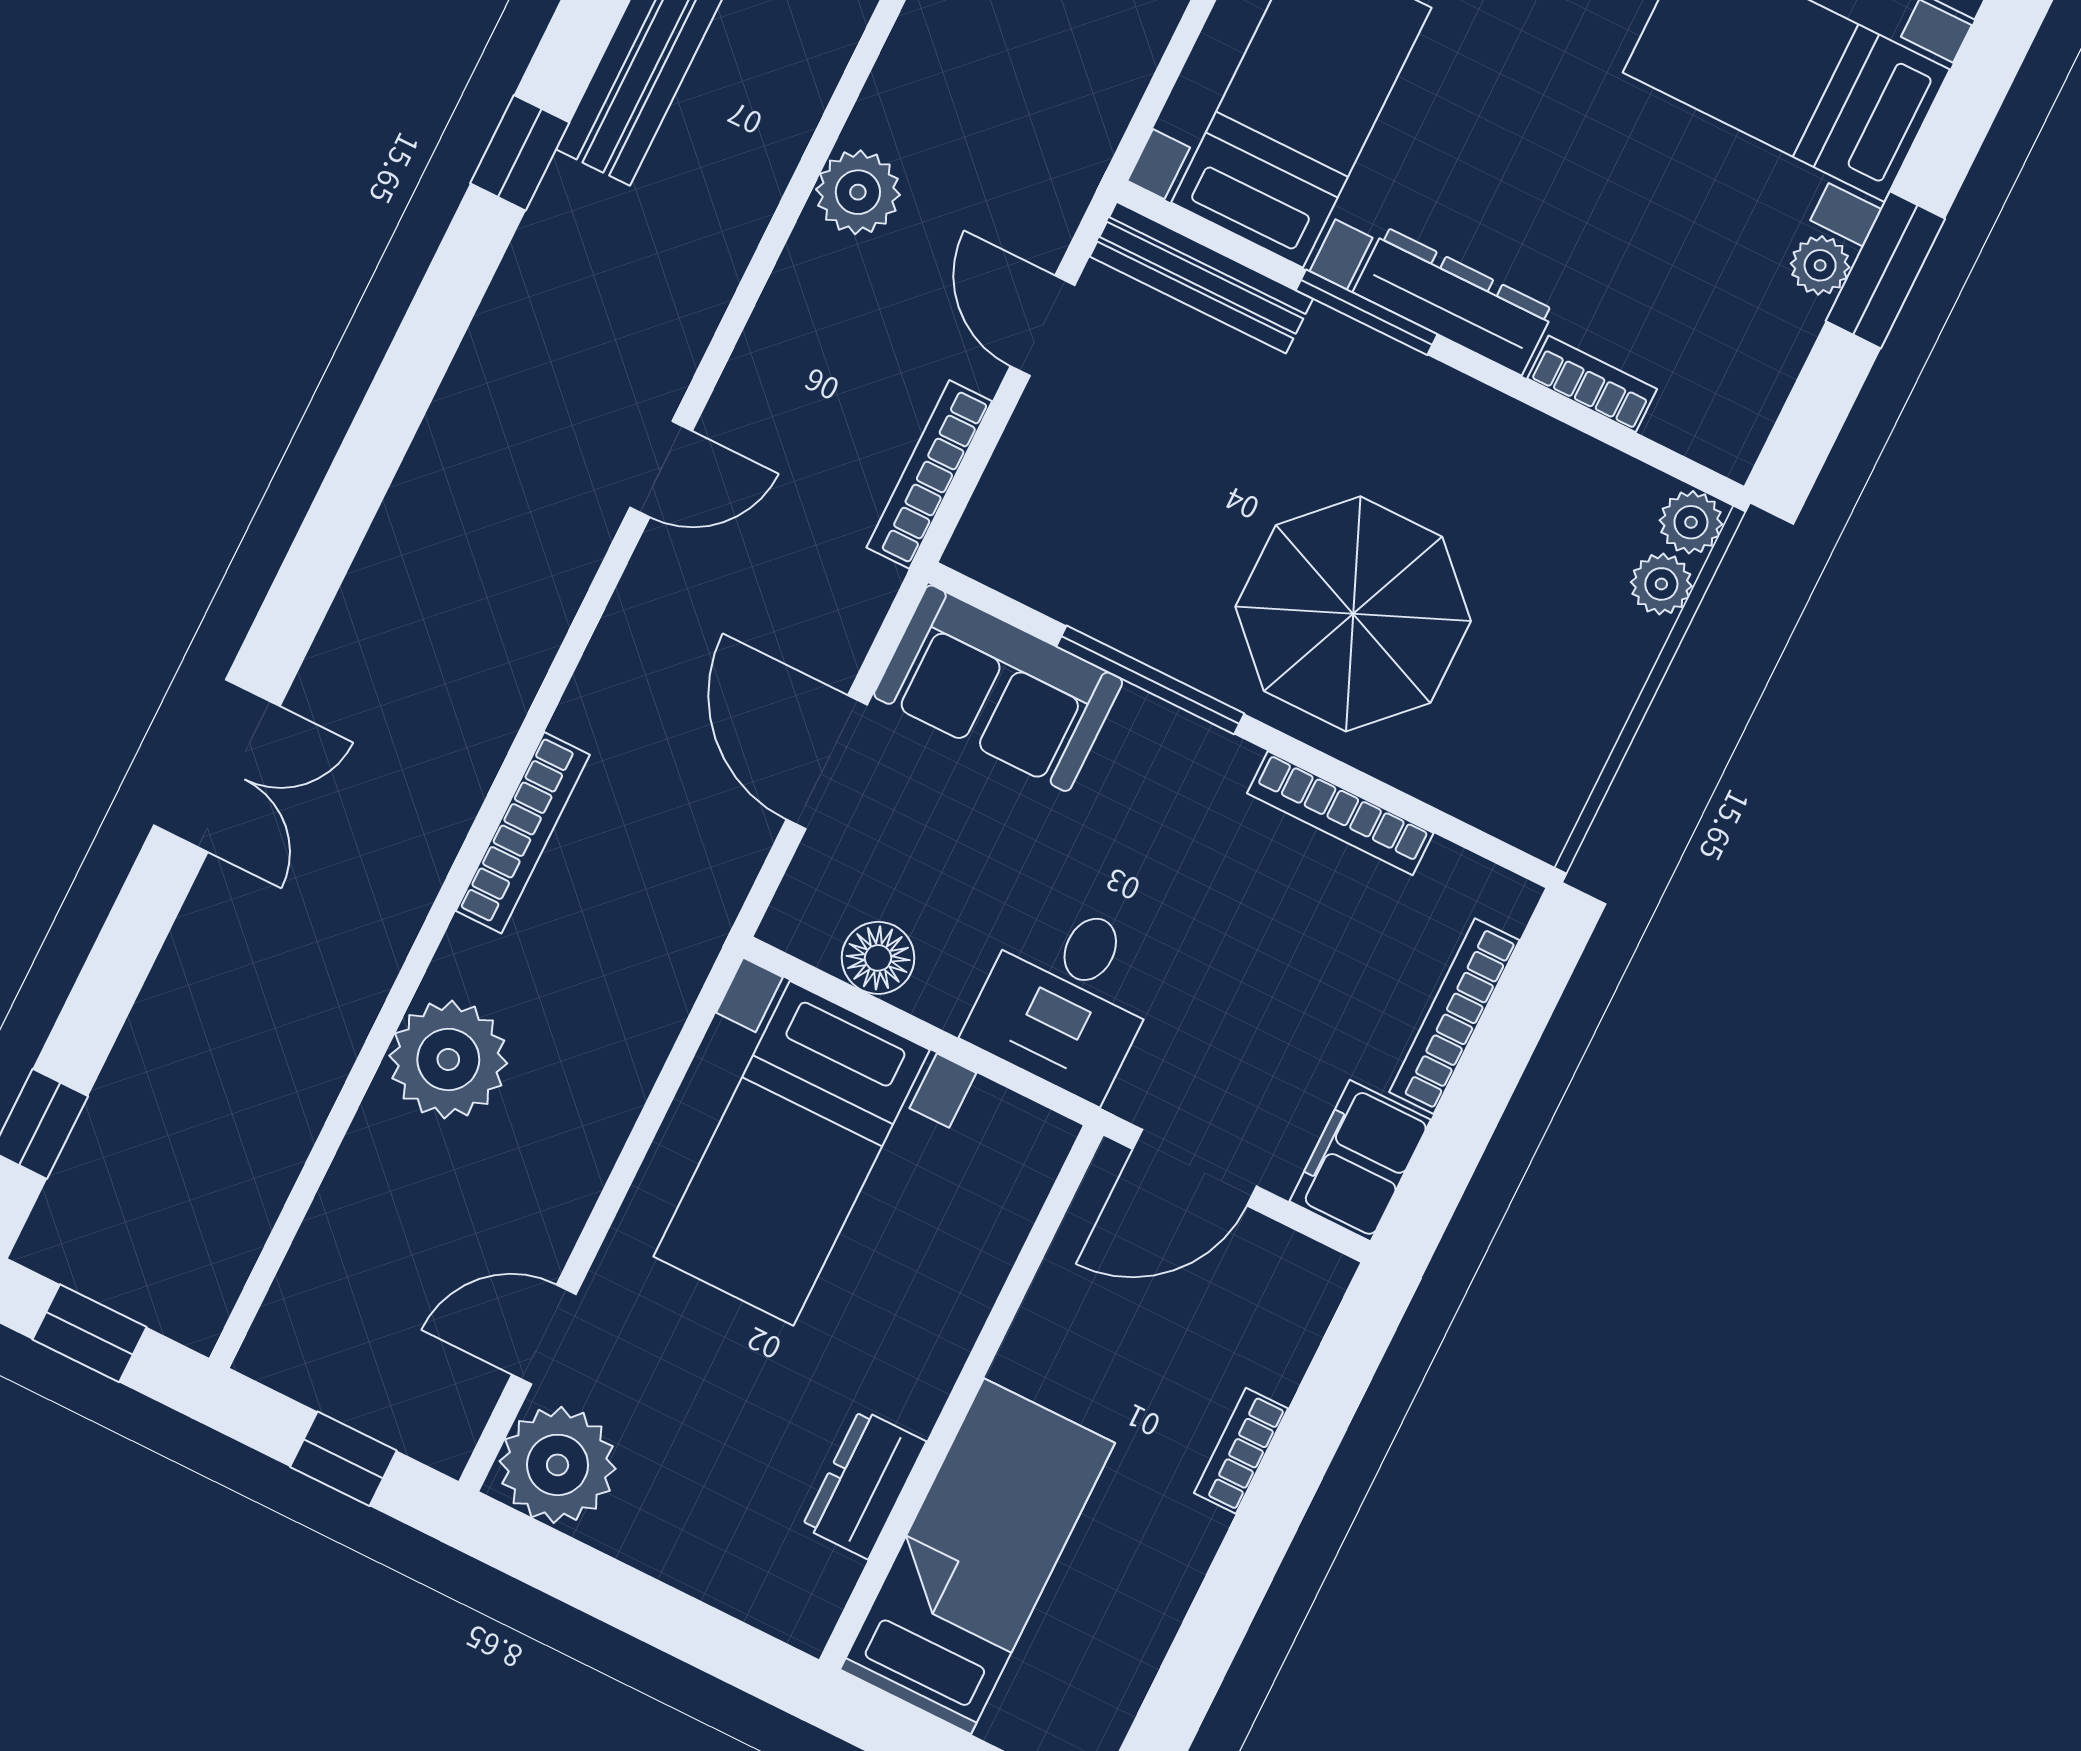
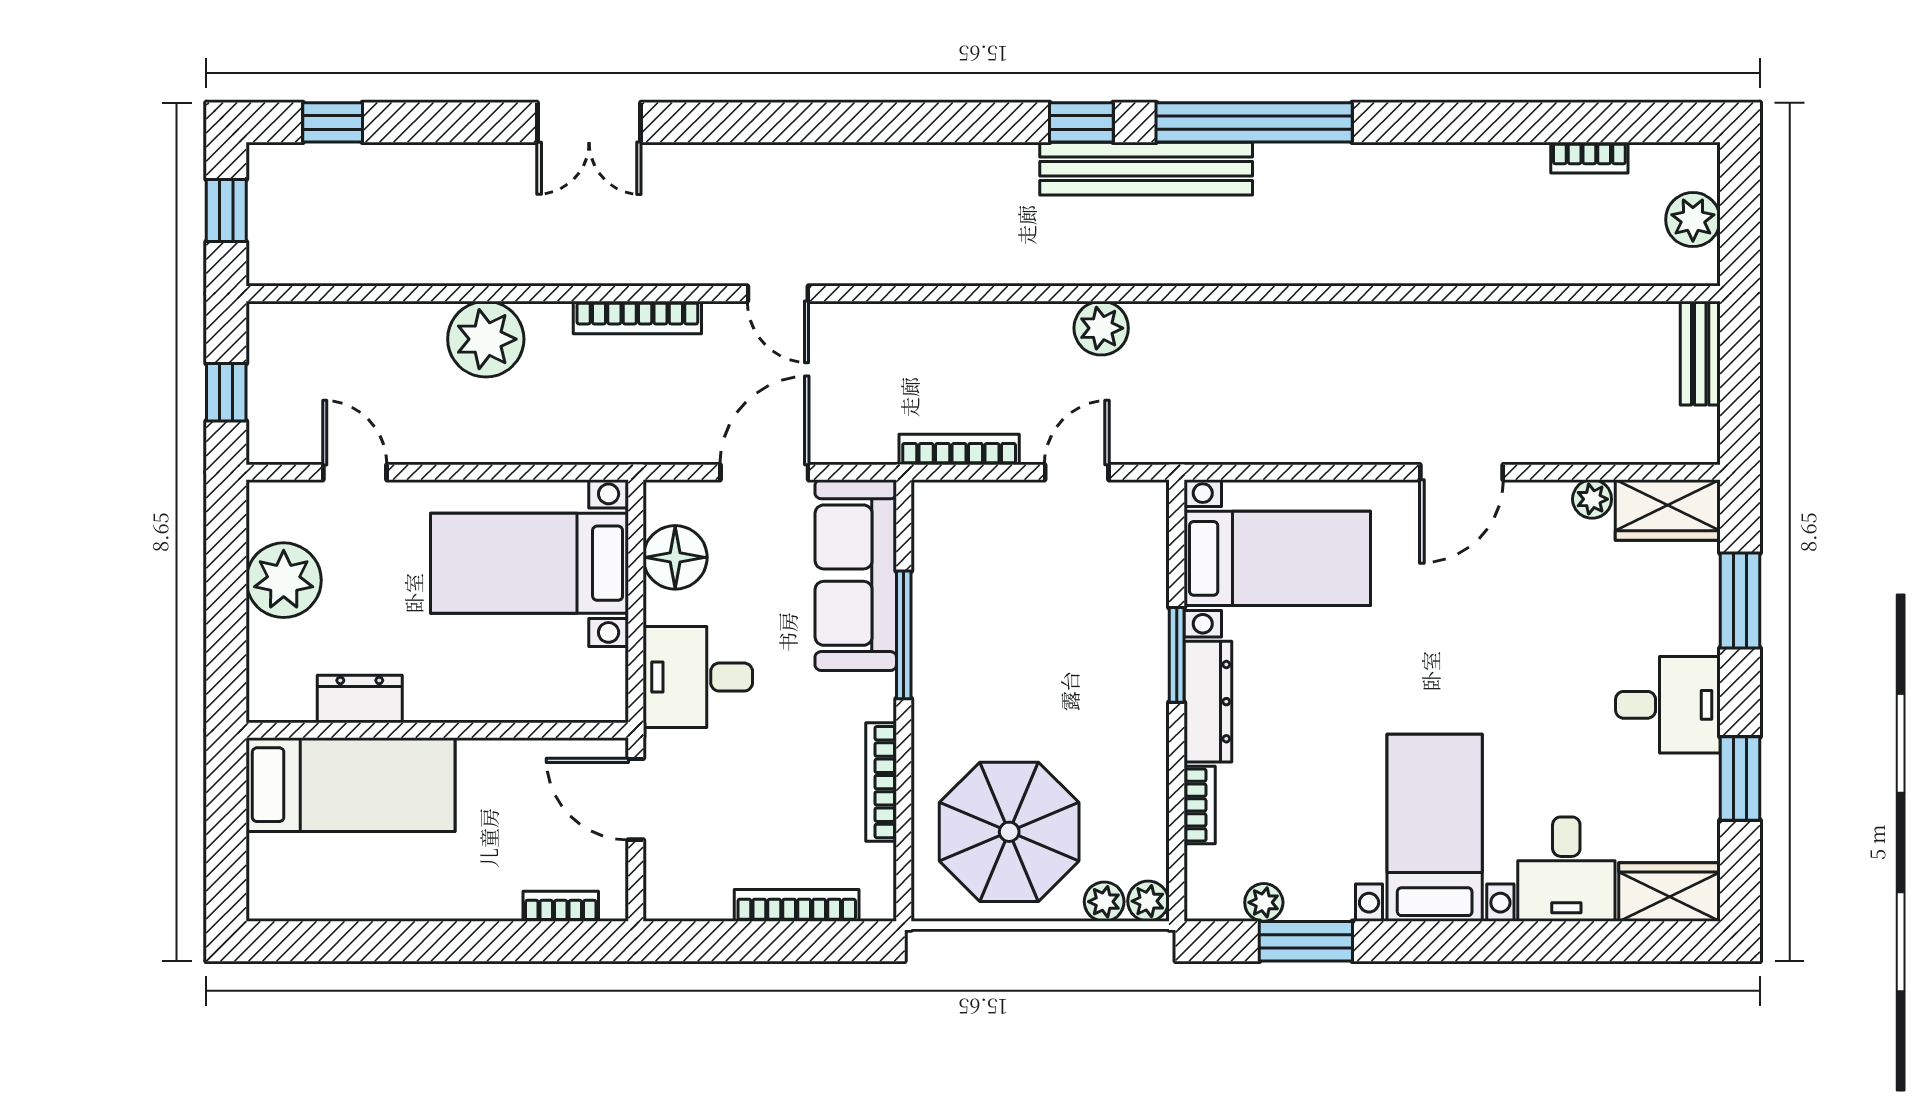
window: (520, 153) -> (1081, 122), moved
plant: (1820, 265) -> (1264, 902), moved
window: (1885, 270) -> (1306, 941), moved
bench: (1201, 278) -> (1150, 550), removed
door: (661, 469) -> (778, 294), moved
parasol: (1353, 614) -> (1009, 832), moved
sofa: (998, 688) -> (856, 575), width x1.36
floor lamp: (878, 958) -> (675, 557), width x1.38, depth x1.38
filing cabinet: (1360, 1161) -> (687, 892), removed
bookcase: (1241, 1451) -> (561, 906), moved
plant: (558, 1465) -> (284, 580), moved

